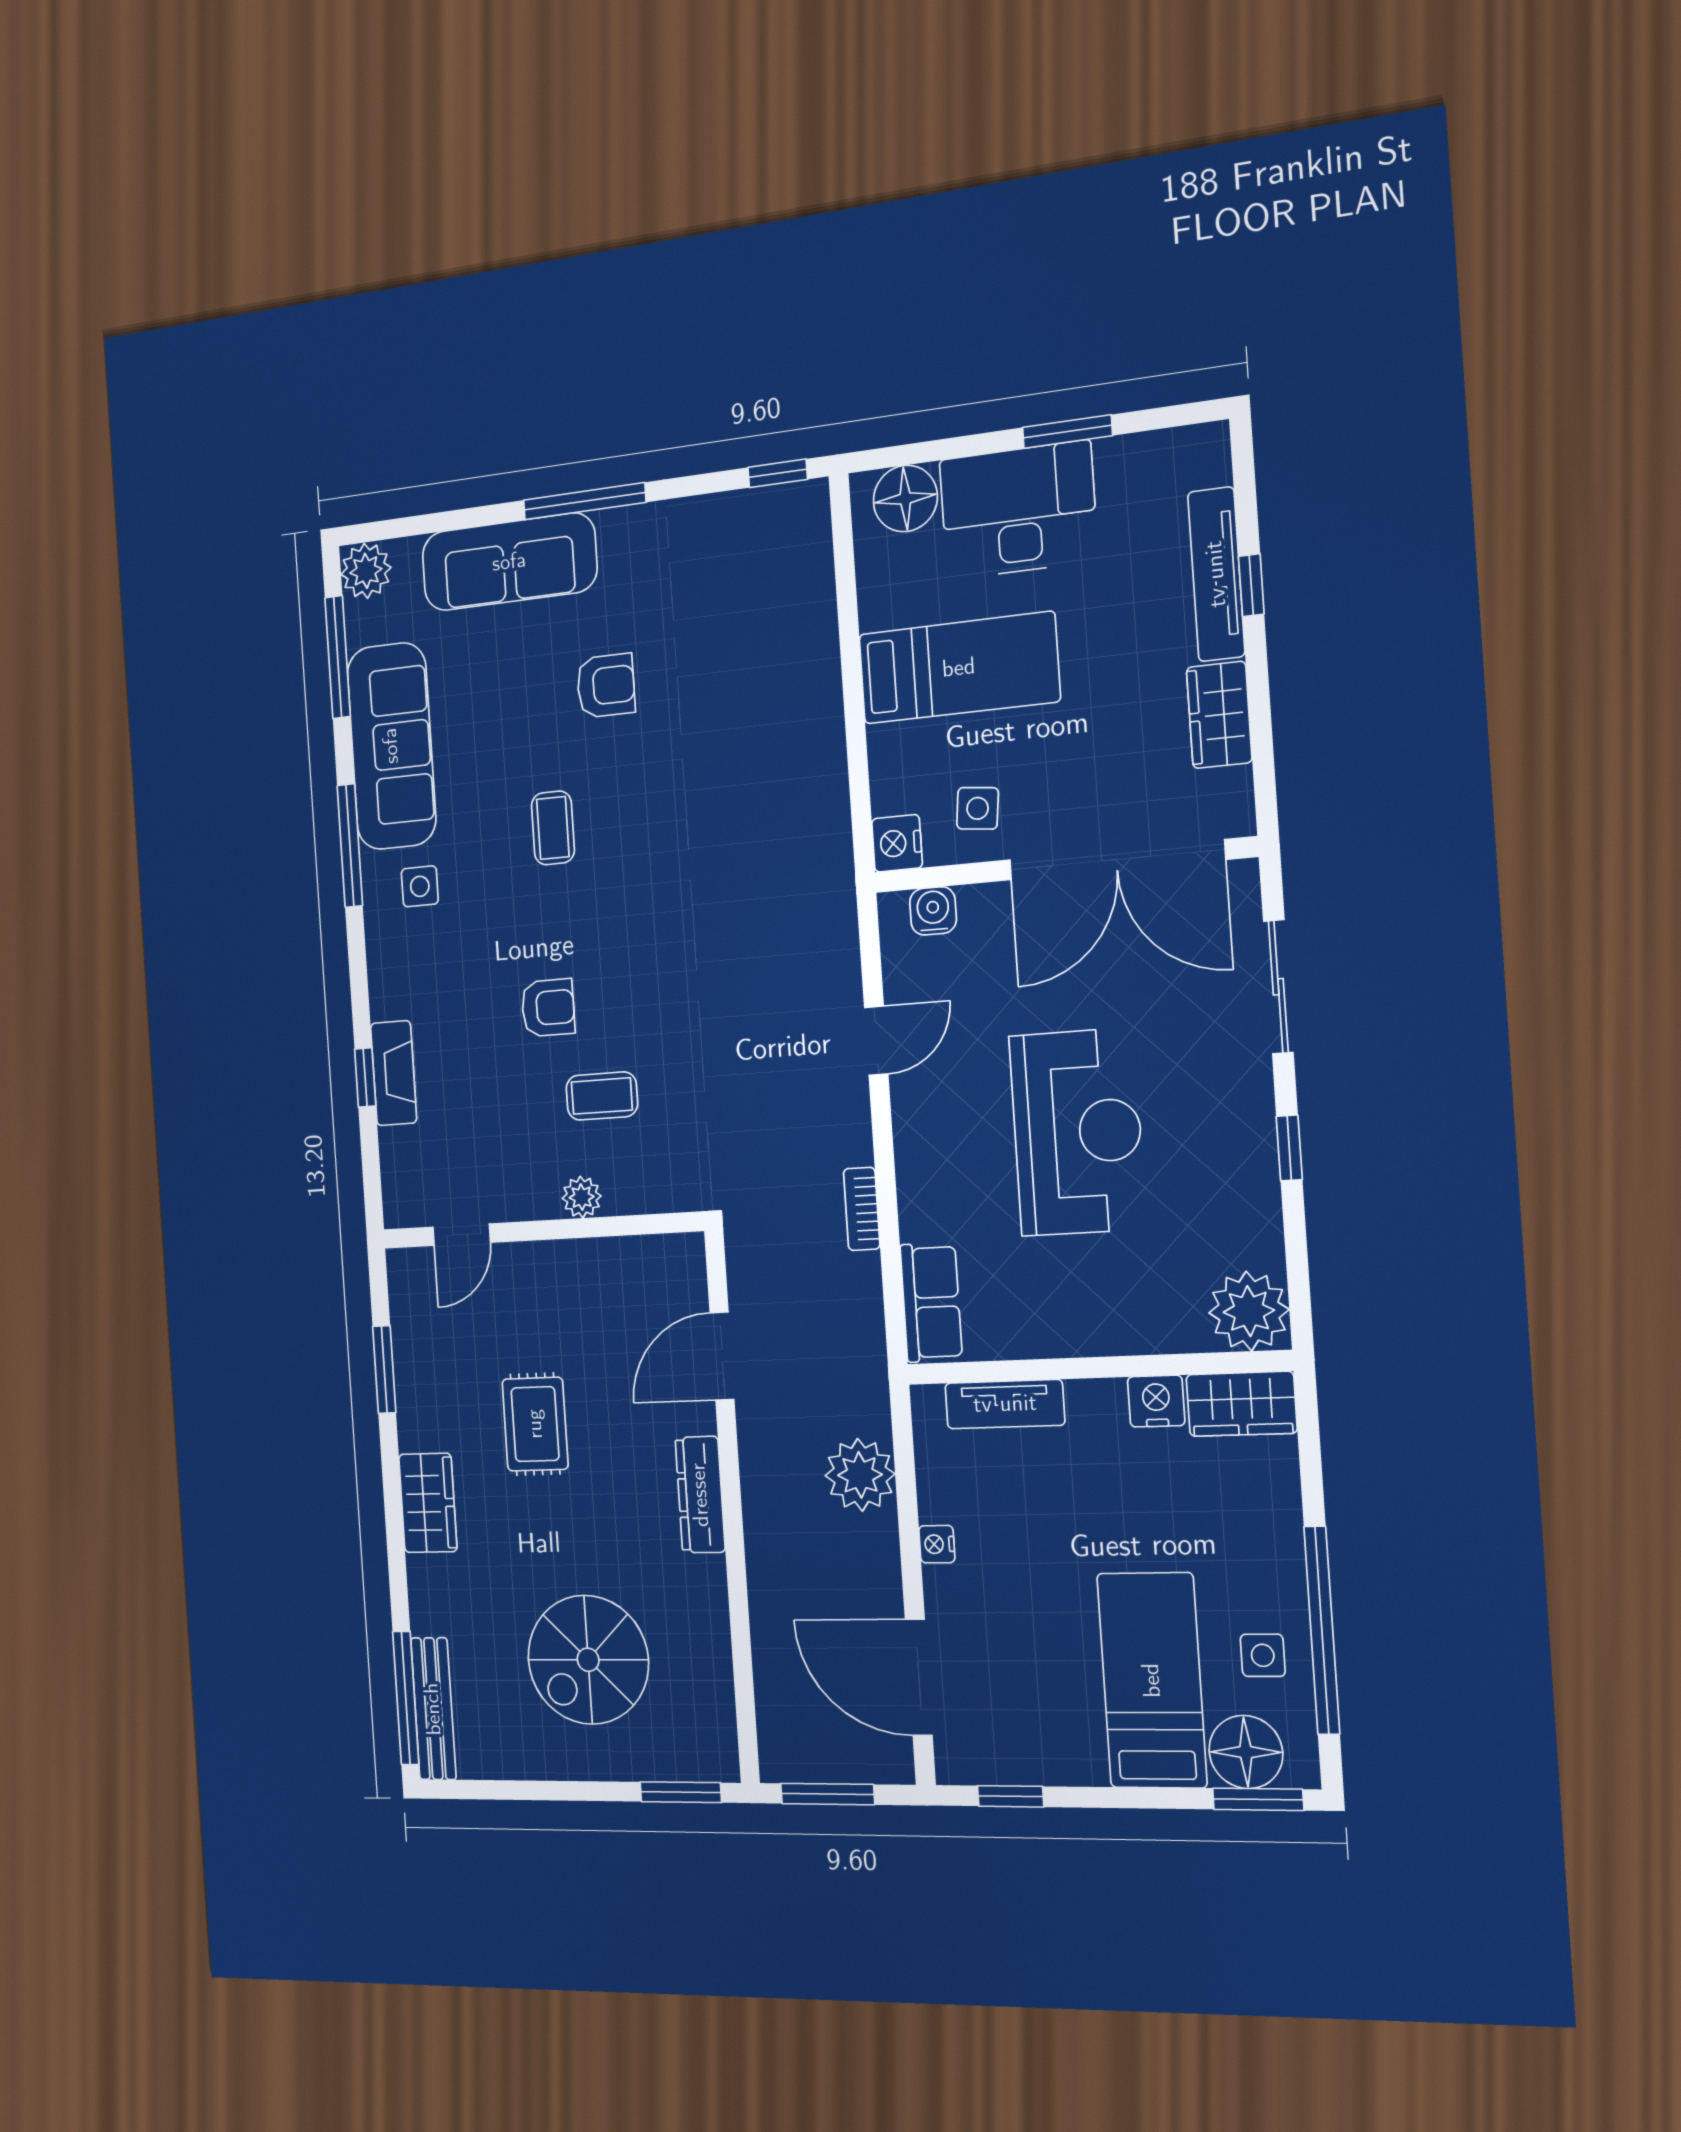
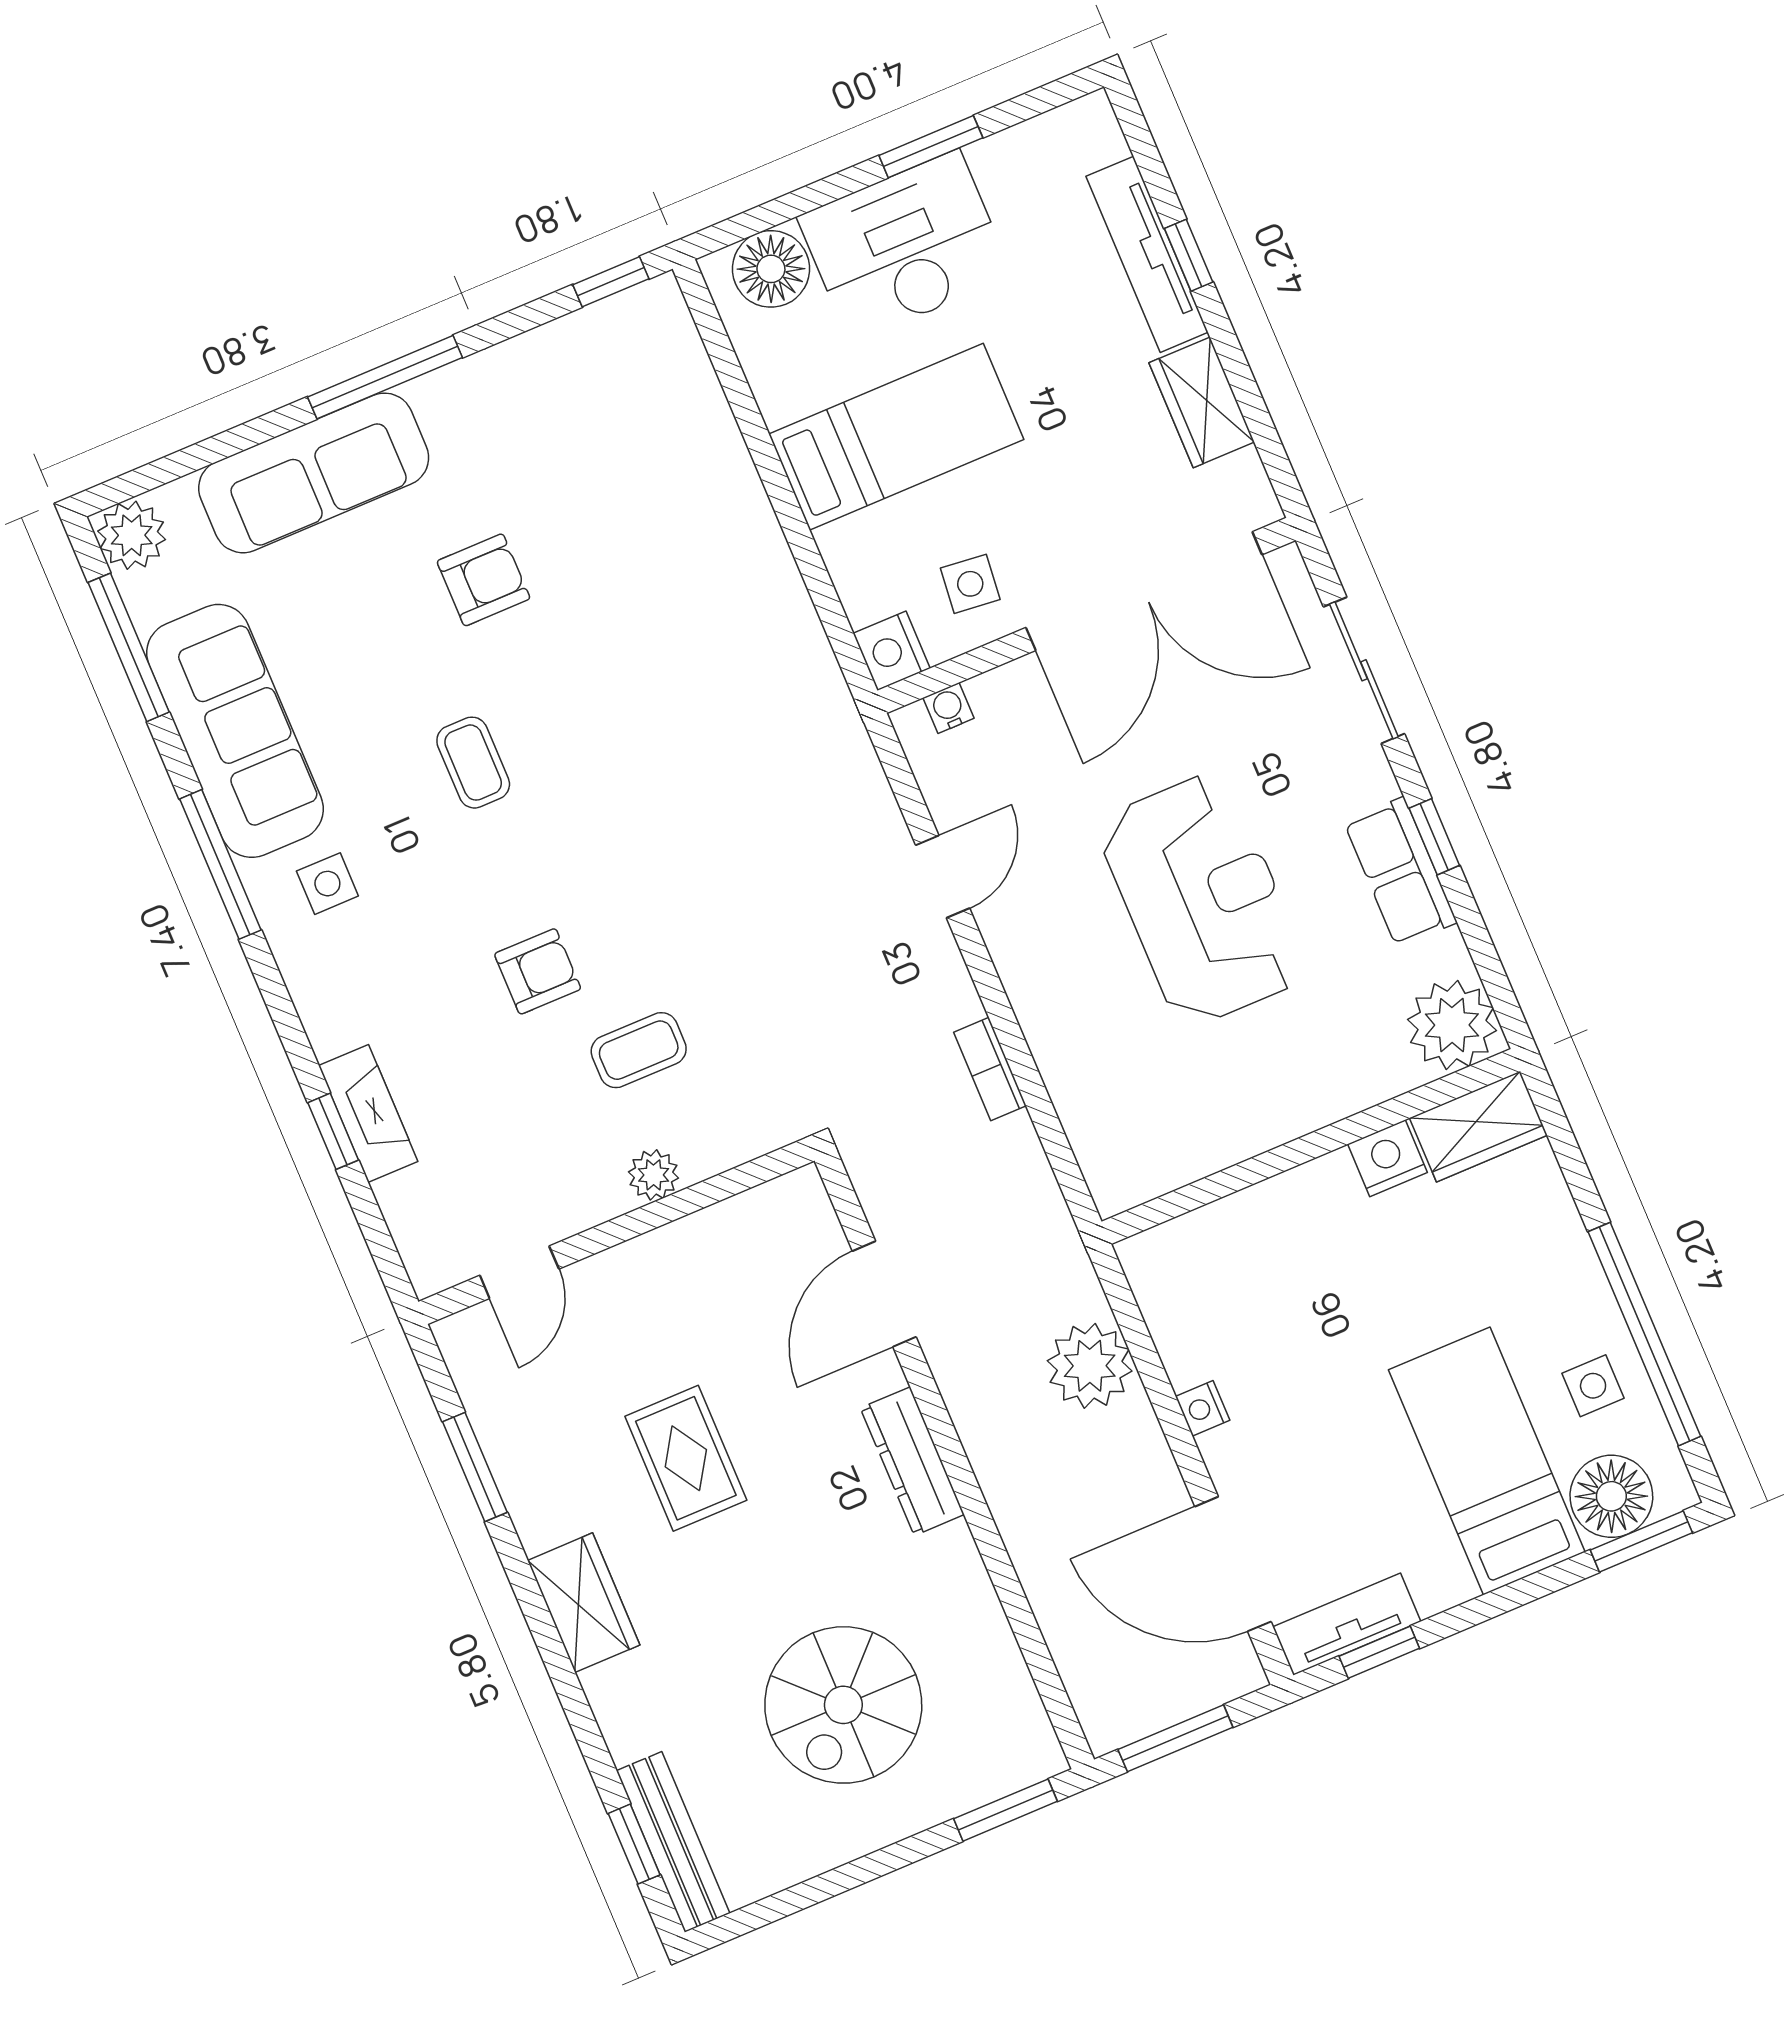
water cooler: (933, 911) -> (948, 708), width x0.72, depth x0.72
row of seats: (931, 1302) -> (1400, 872), moved, turned 180
tv unit: (1005, 1404) -> (1347, 1624), moved, turned 180
window: (406, 1698) -> (634, 1844), width x0.46

